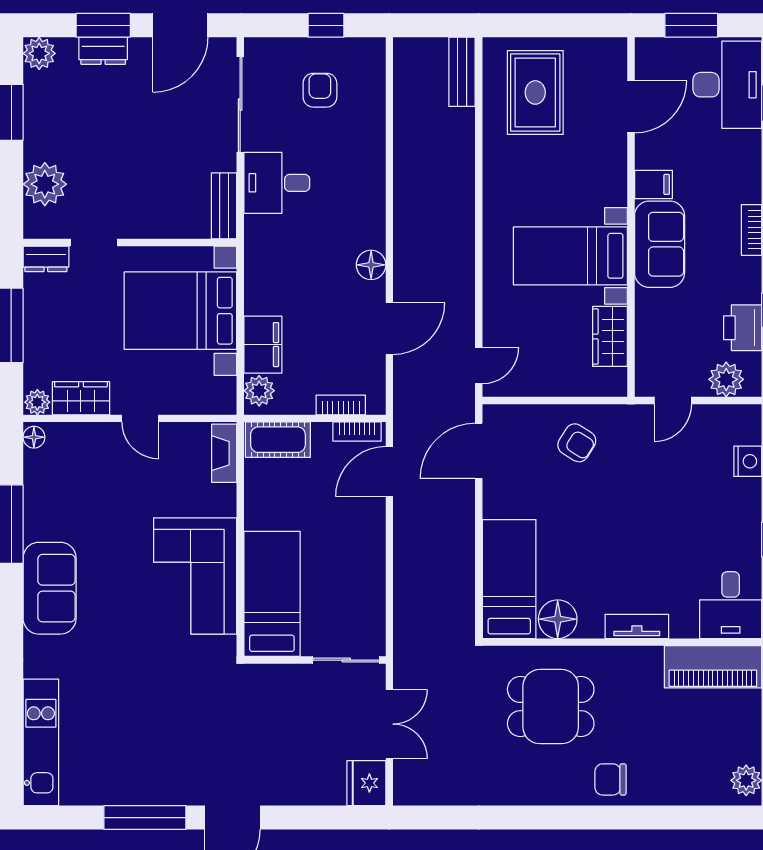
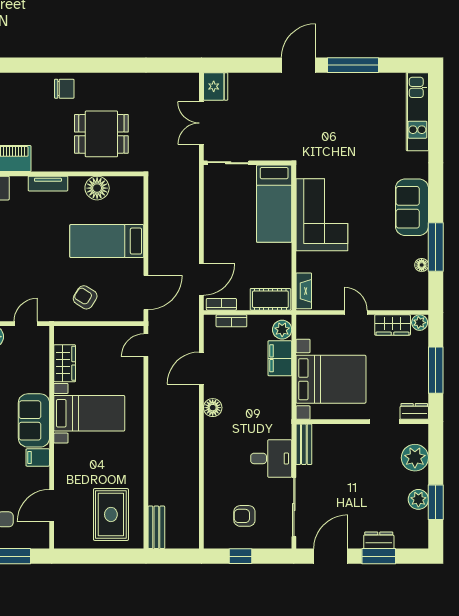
plant: (39, 53) -> (418, 499), moved
armchair: (320, 90) -> (244, 516), turned 90
floor lamp: (34, 437) -> (422, 265), moved
bed: (509, 579) -> (107, 241), moved, turned 90

